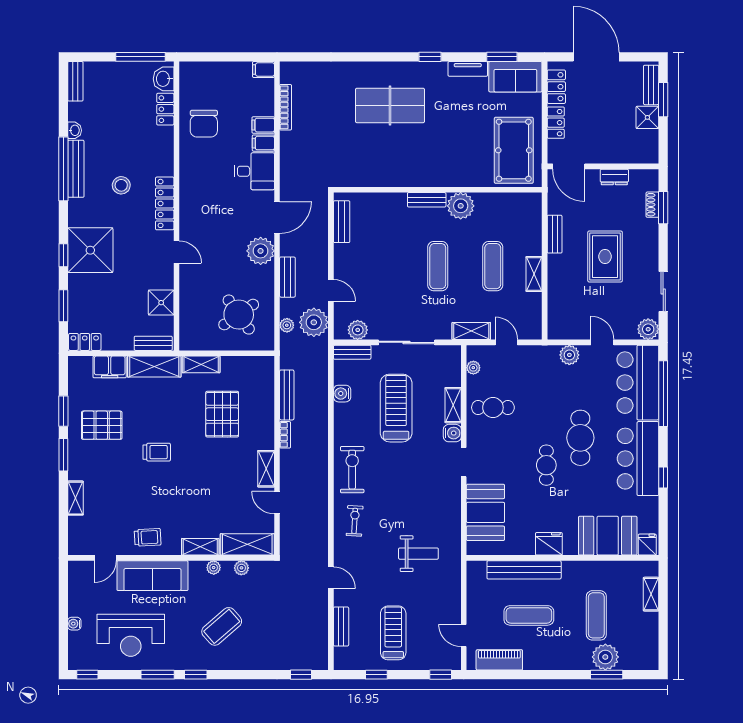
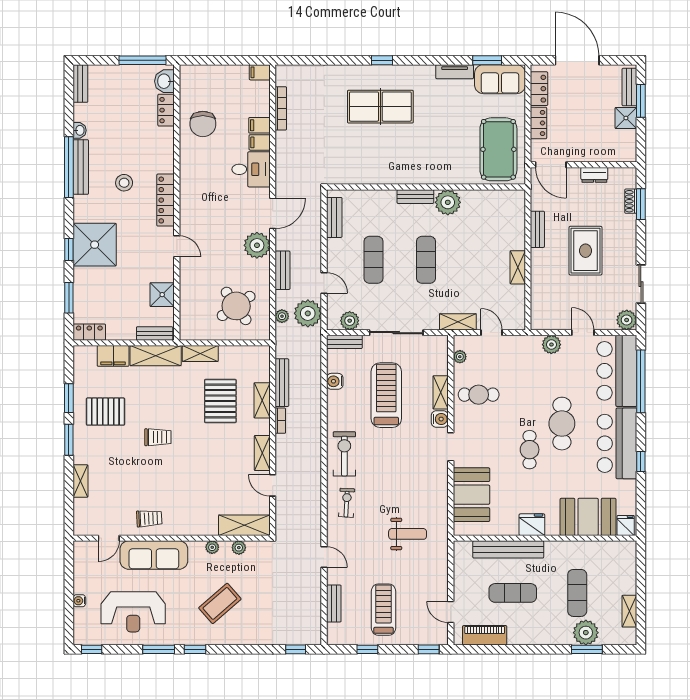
window: (430, 57) -> (382, 60), moved
exercise mat: (493, 266) -> (374, 260), moved
shelving: (200, 547) -> (262, 400), moved, turned 90
shelving: (651, 594) -> (629, 611), moved

